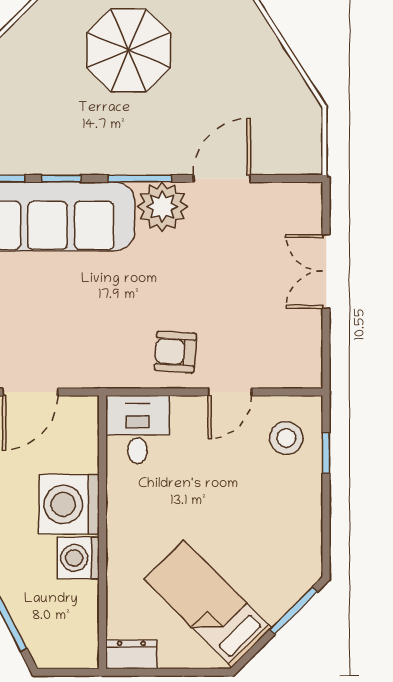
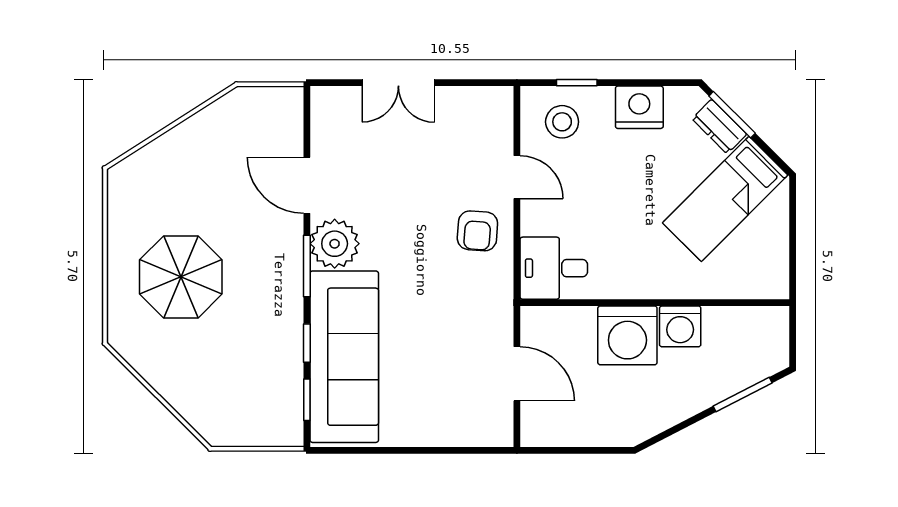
nightstand: (301, 516) -> (639, 107), added
dresser: (131, 655) -> (719, 126), moved, turned -45

